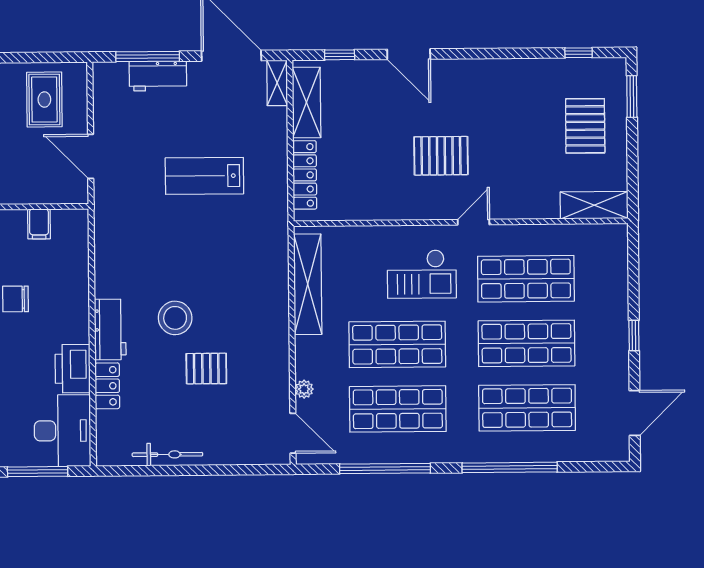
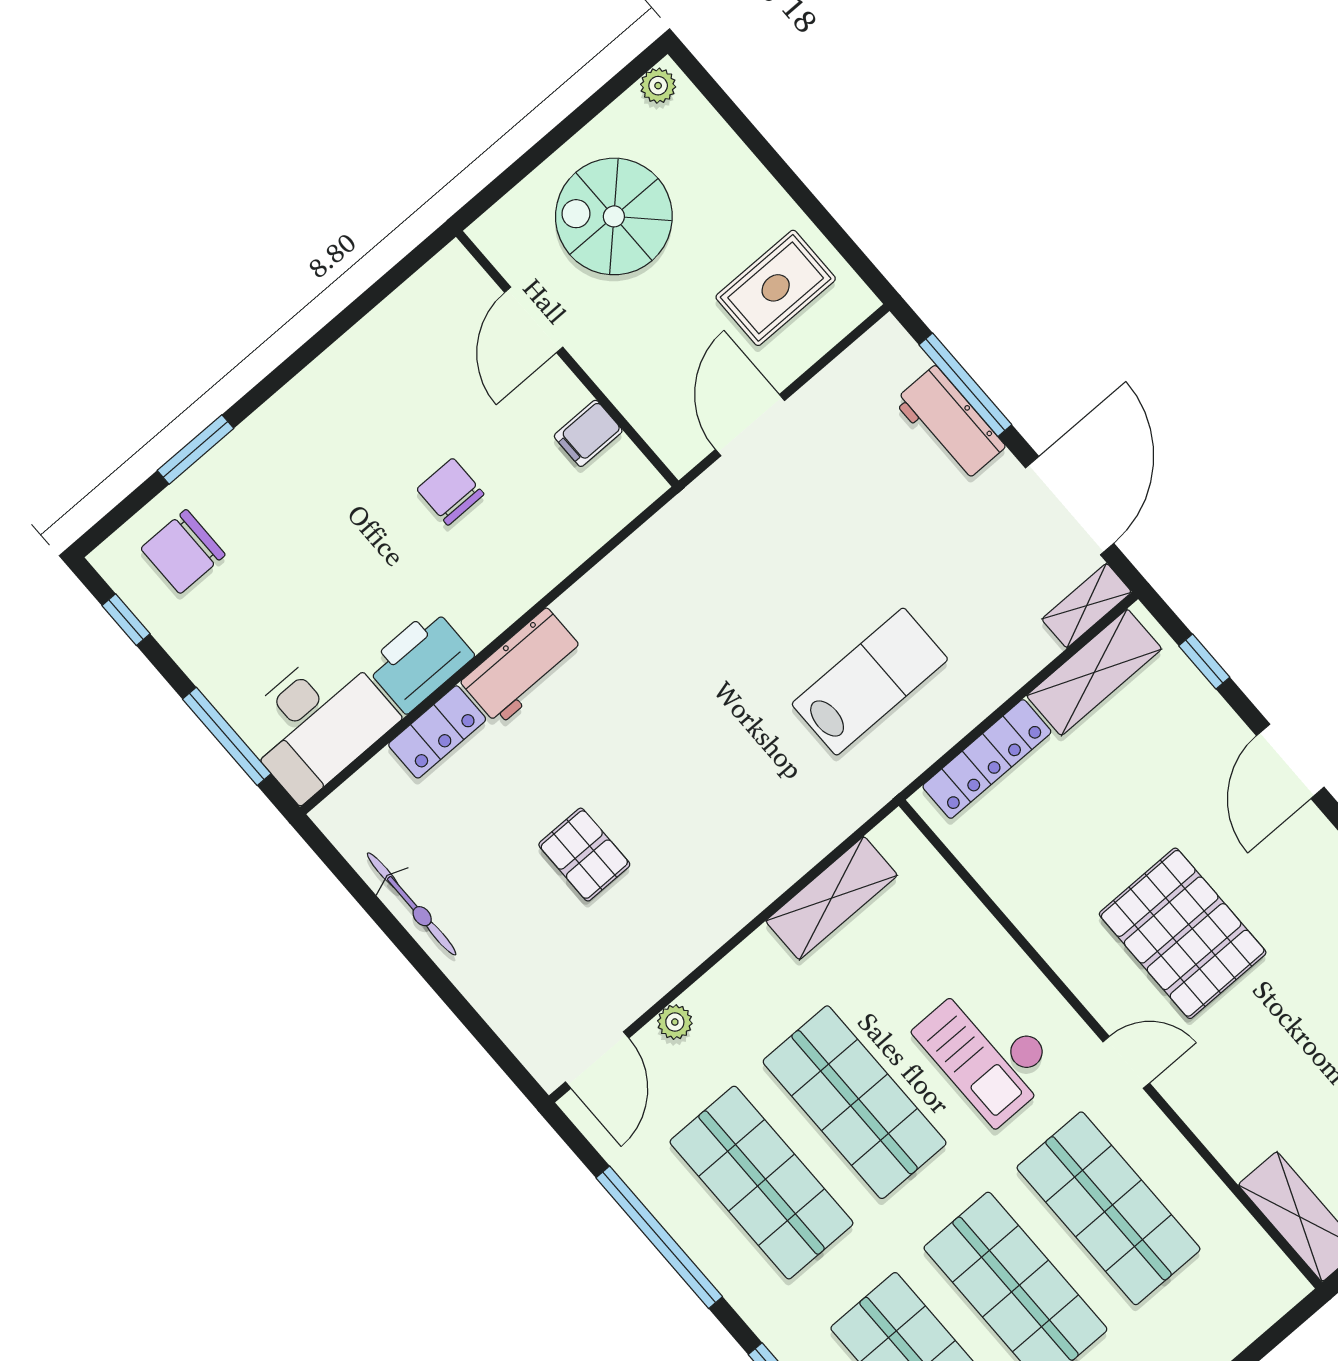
pallet: (441, 156) -> (1183, 933), width x1.37, depth x1.41
lab bench: (204, 176) -> (870, 682), moved, turned 90
shelving: (308, 284) -> (832, 898), width x0.68
stool: (175, 318) -> (619, 747), removed

